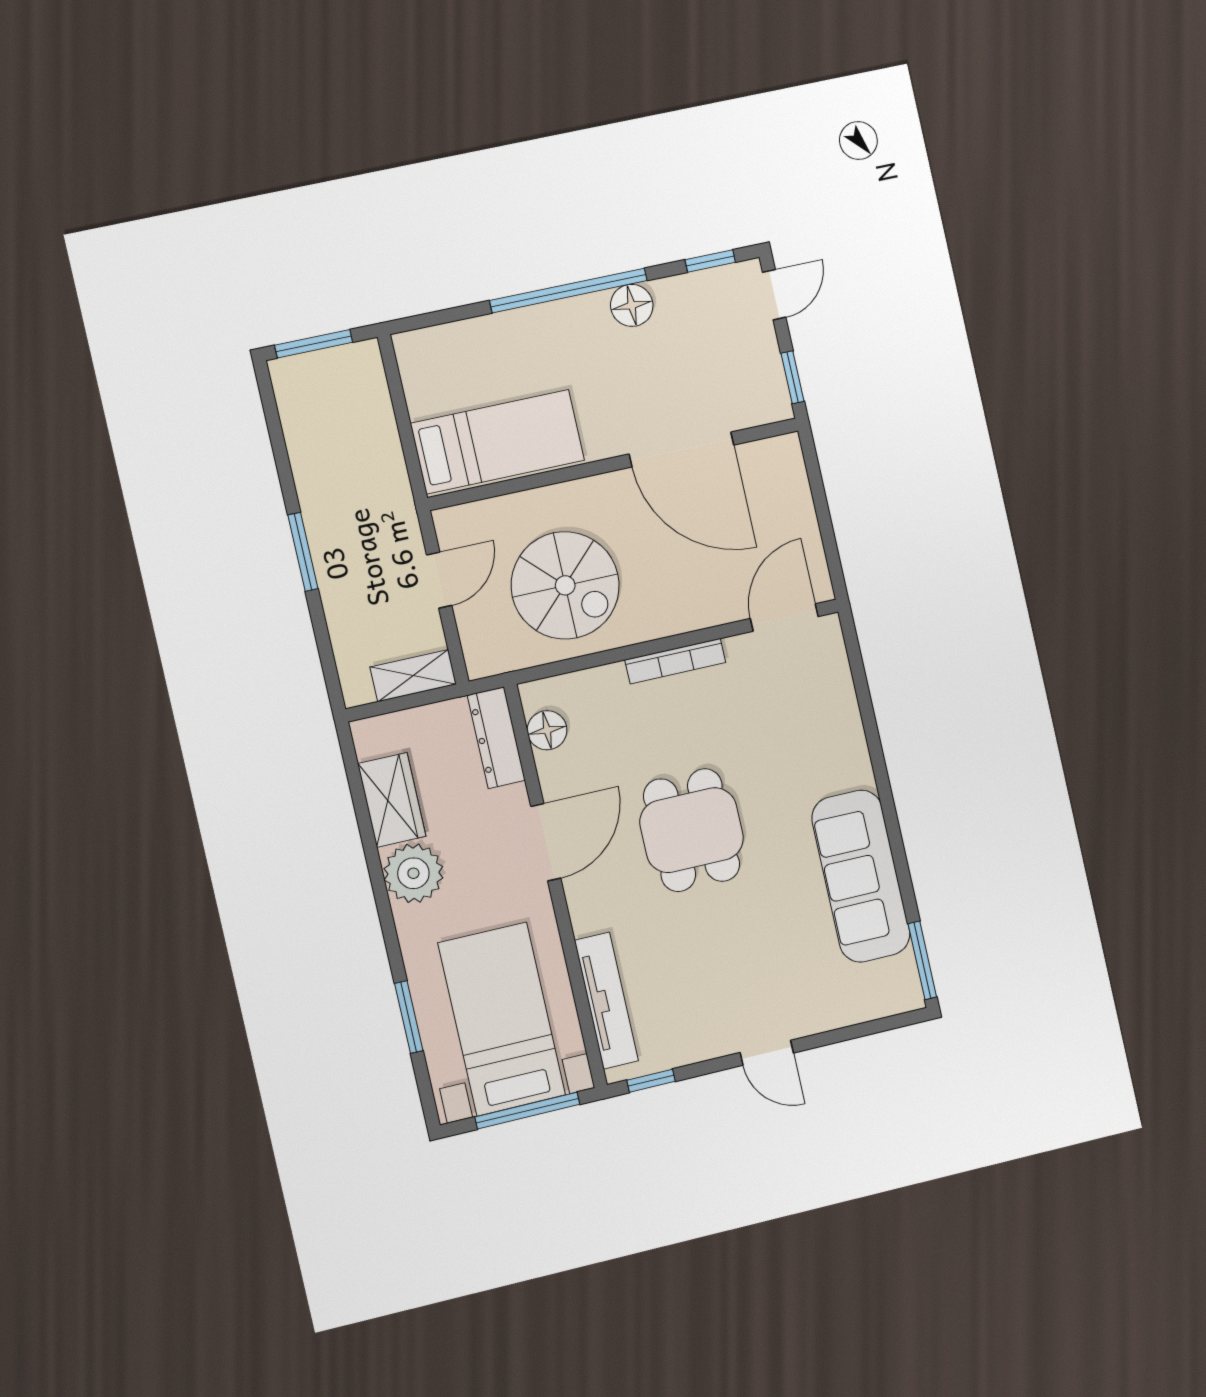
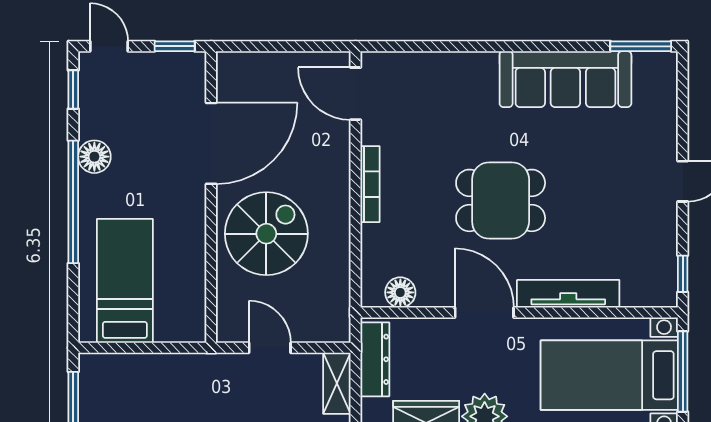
bed: (498, 442) -> (125, 281), moved
spiral stairs: (565, 585) -> (266, 234), moved
dresser: (496, 738) -> (375, 359), moved, turned -90
tv unit: (606, 1001) -> (568, 294), moved

